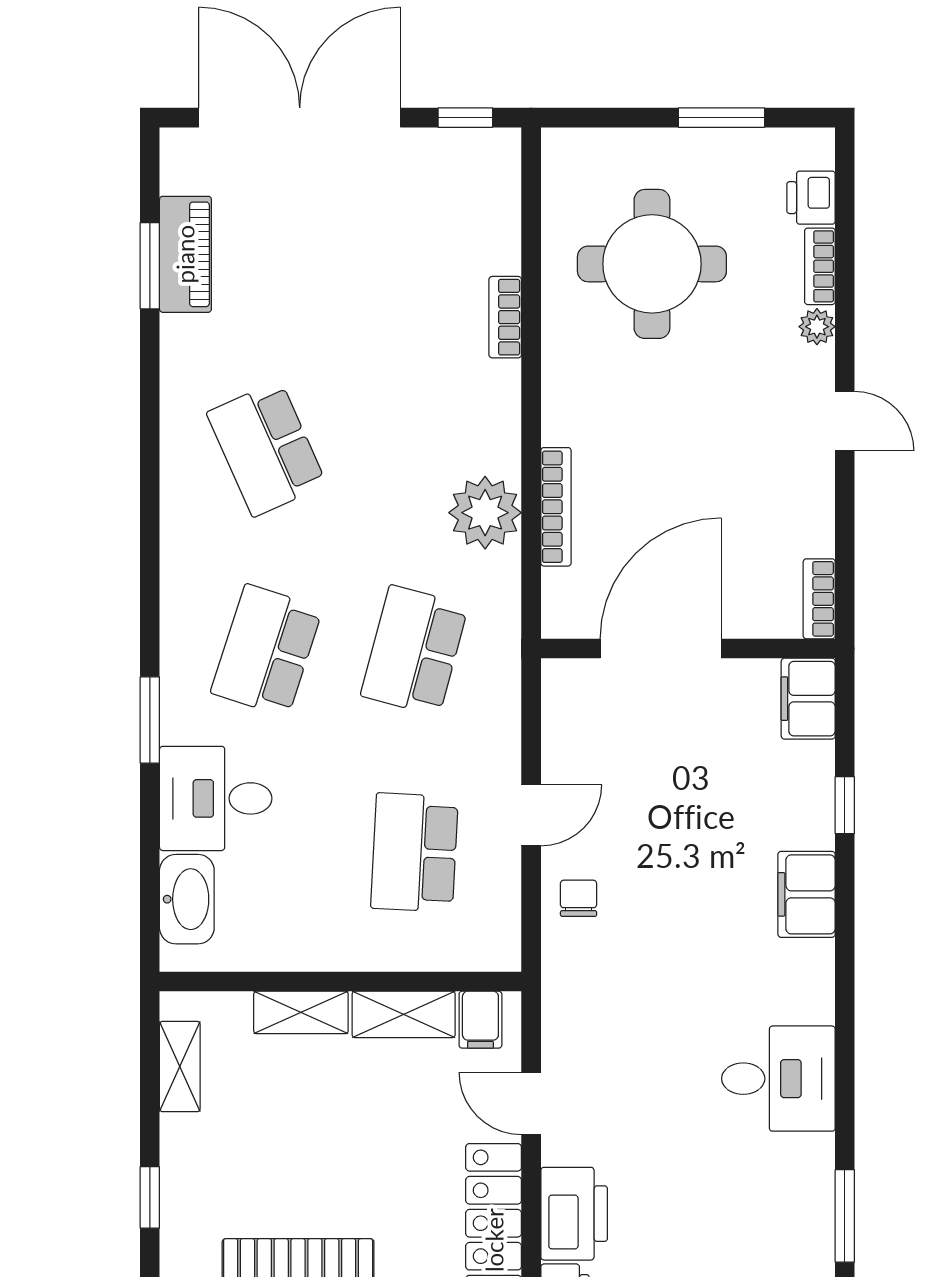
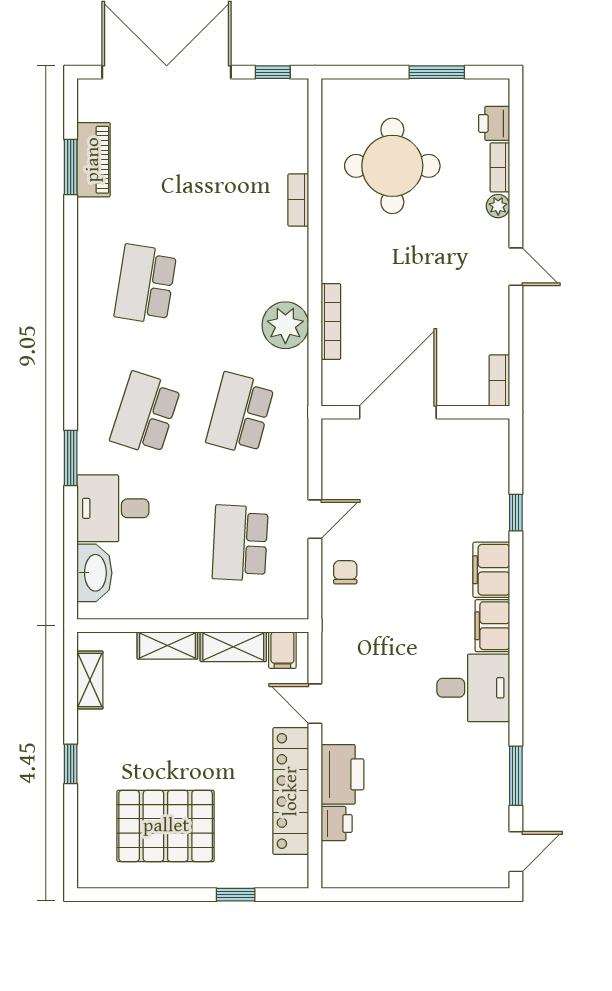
school desk: (267, 449) -> (145, 284), turned 33
filing cabinet: (808, 699) -> (492, 626), moved

